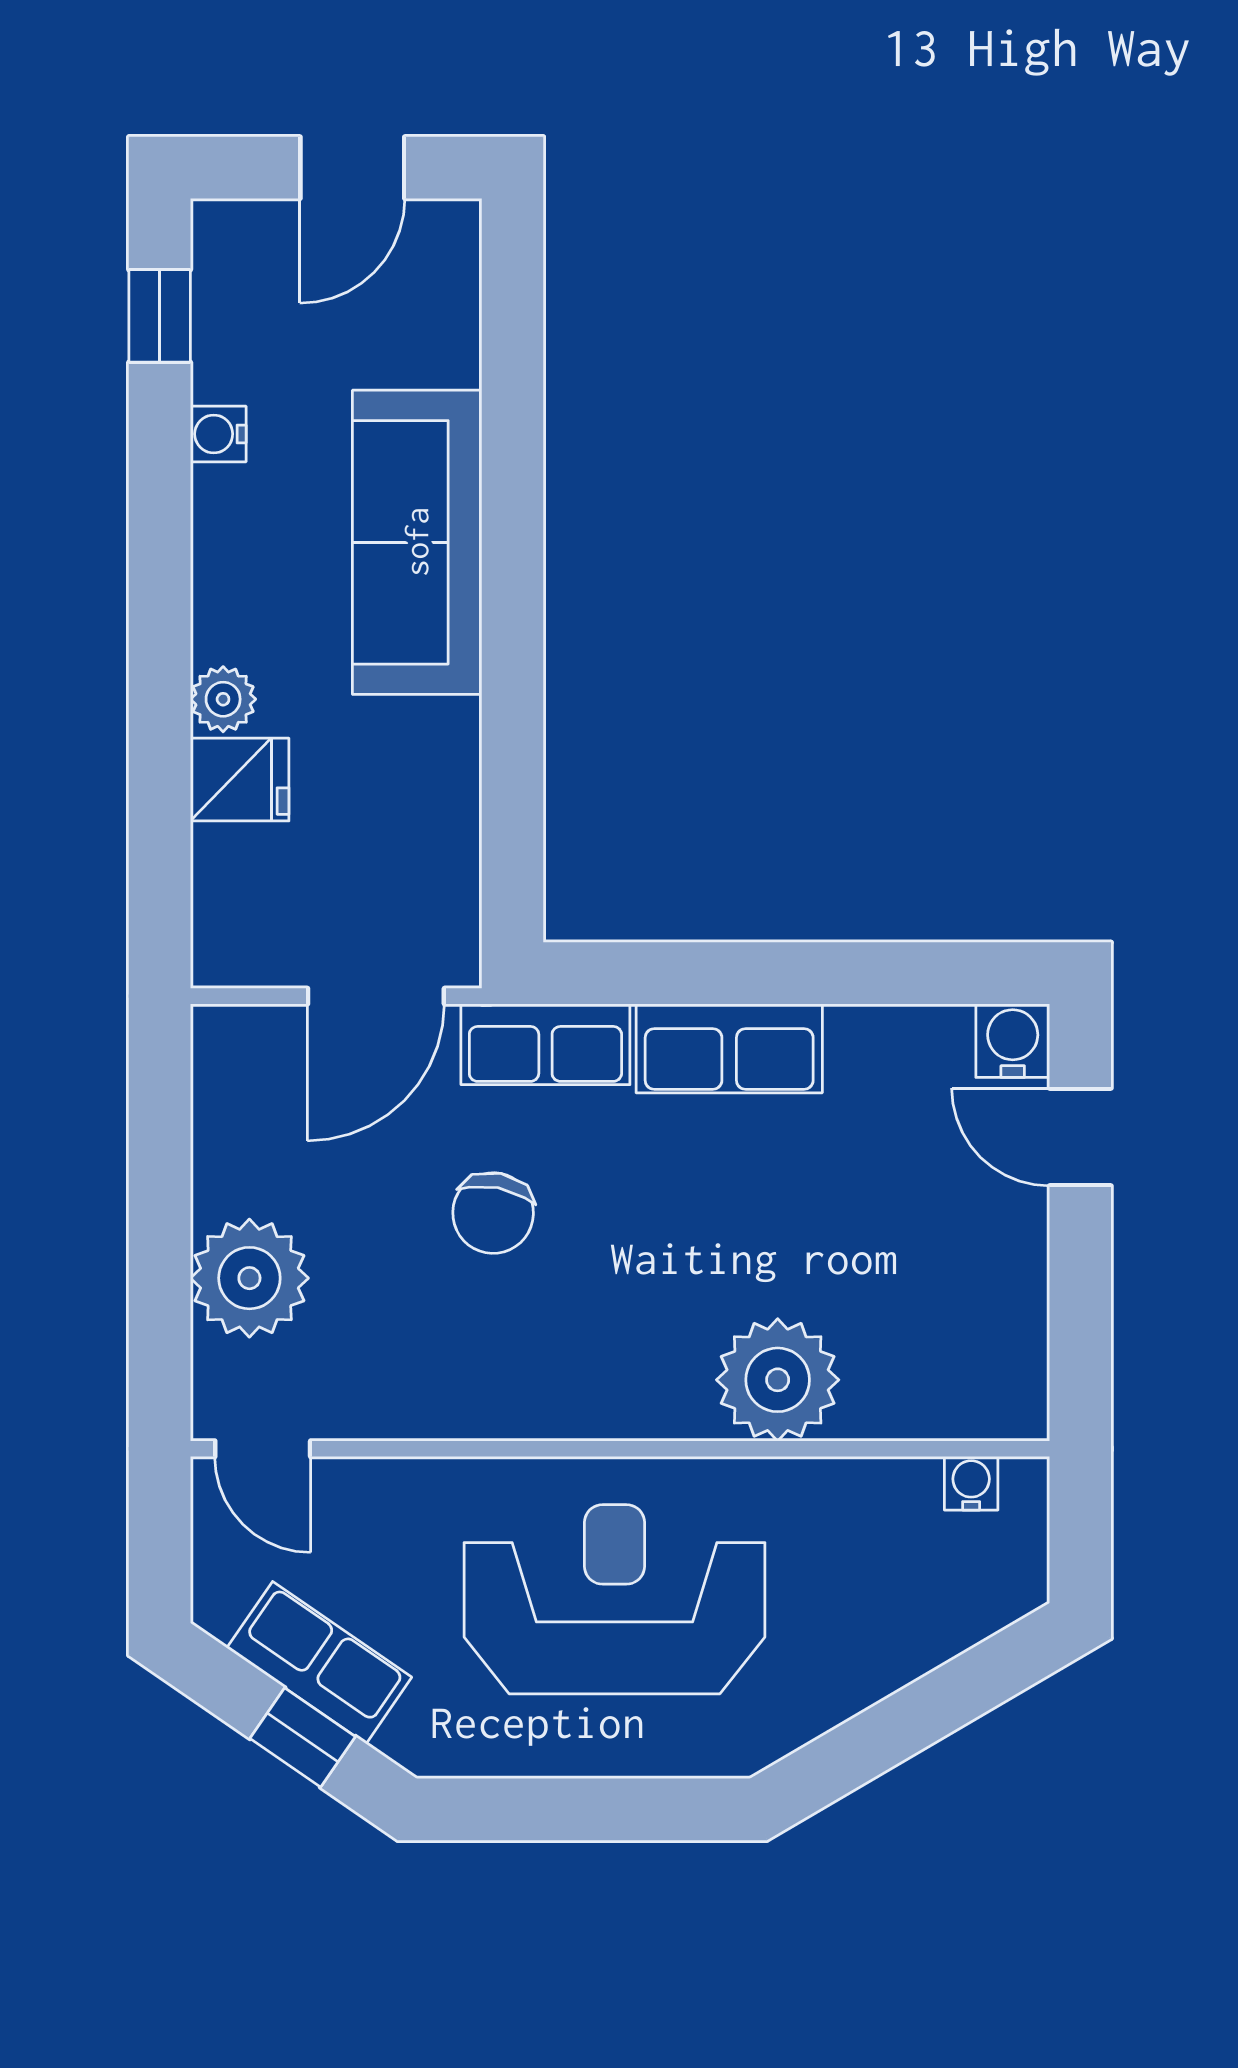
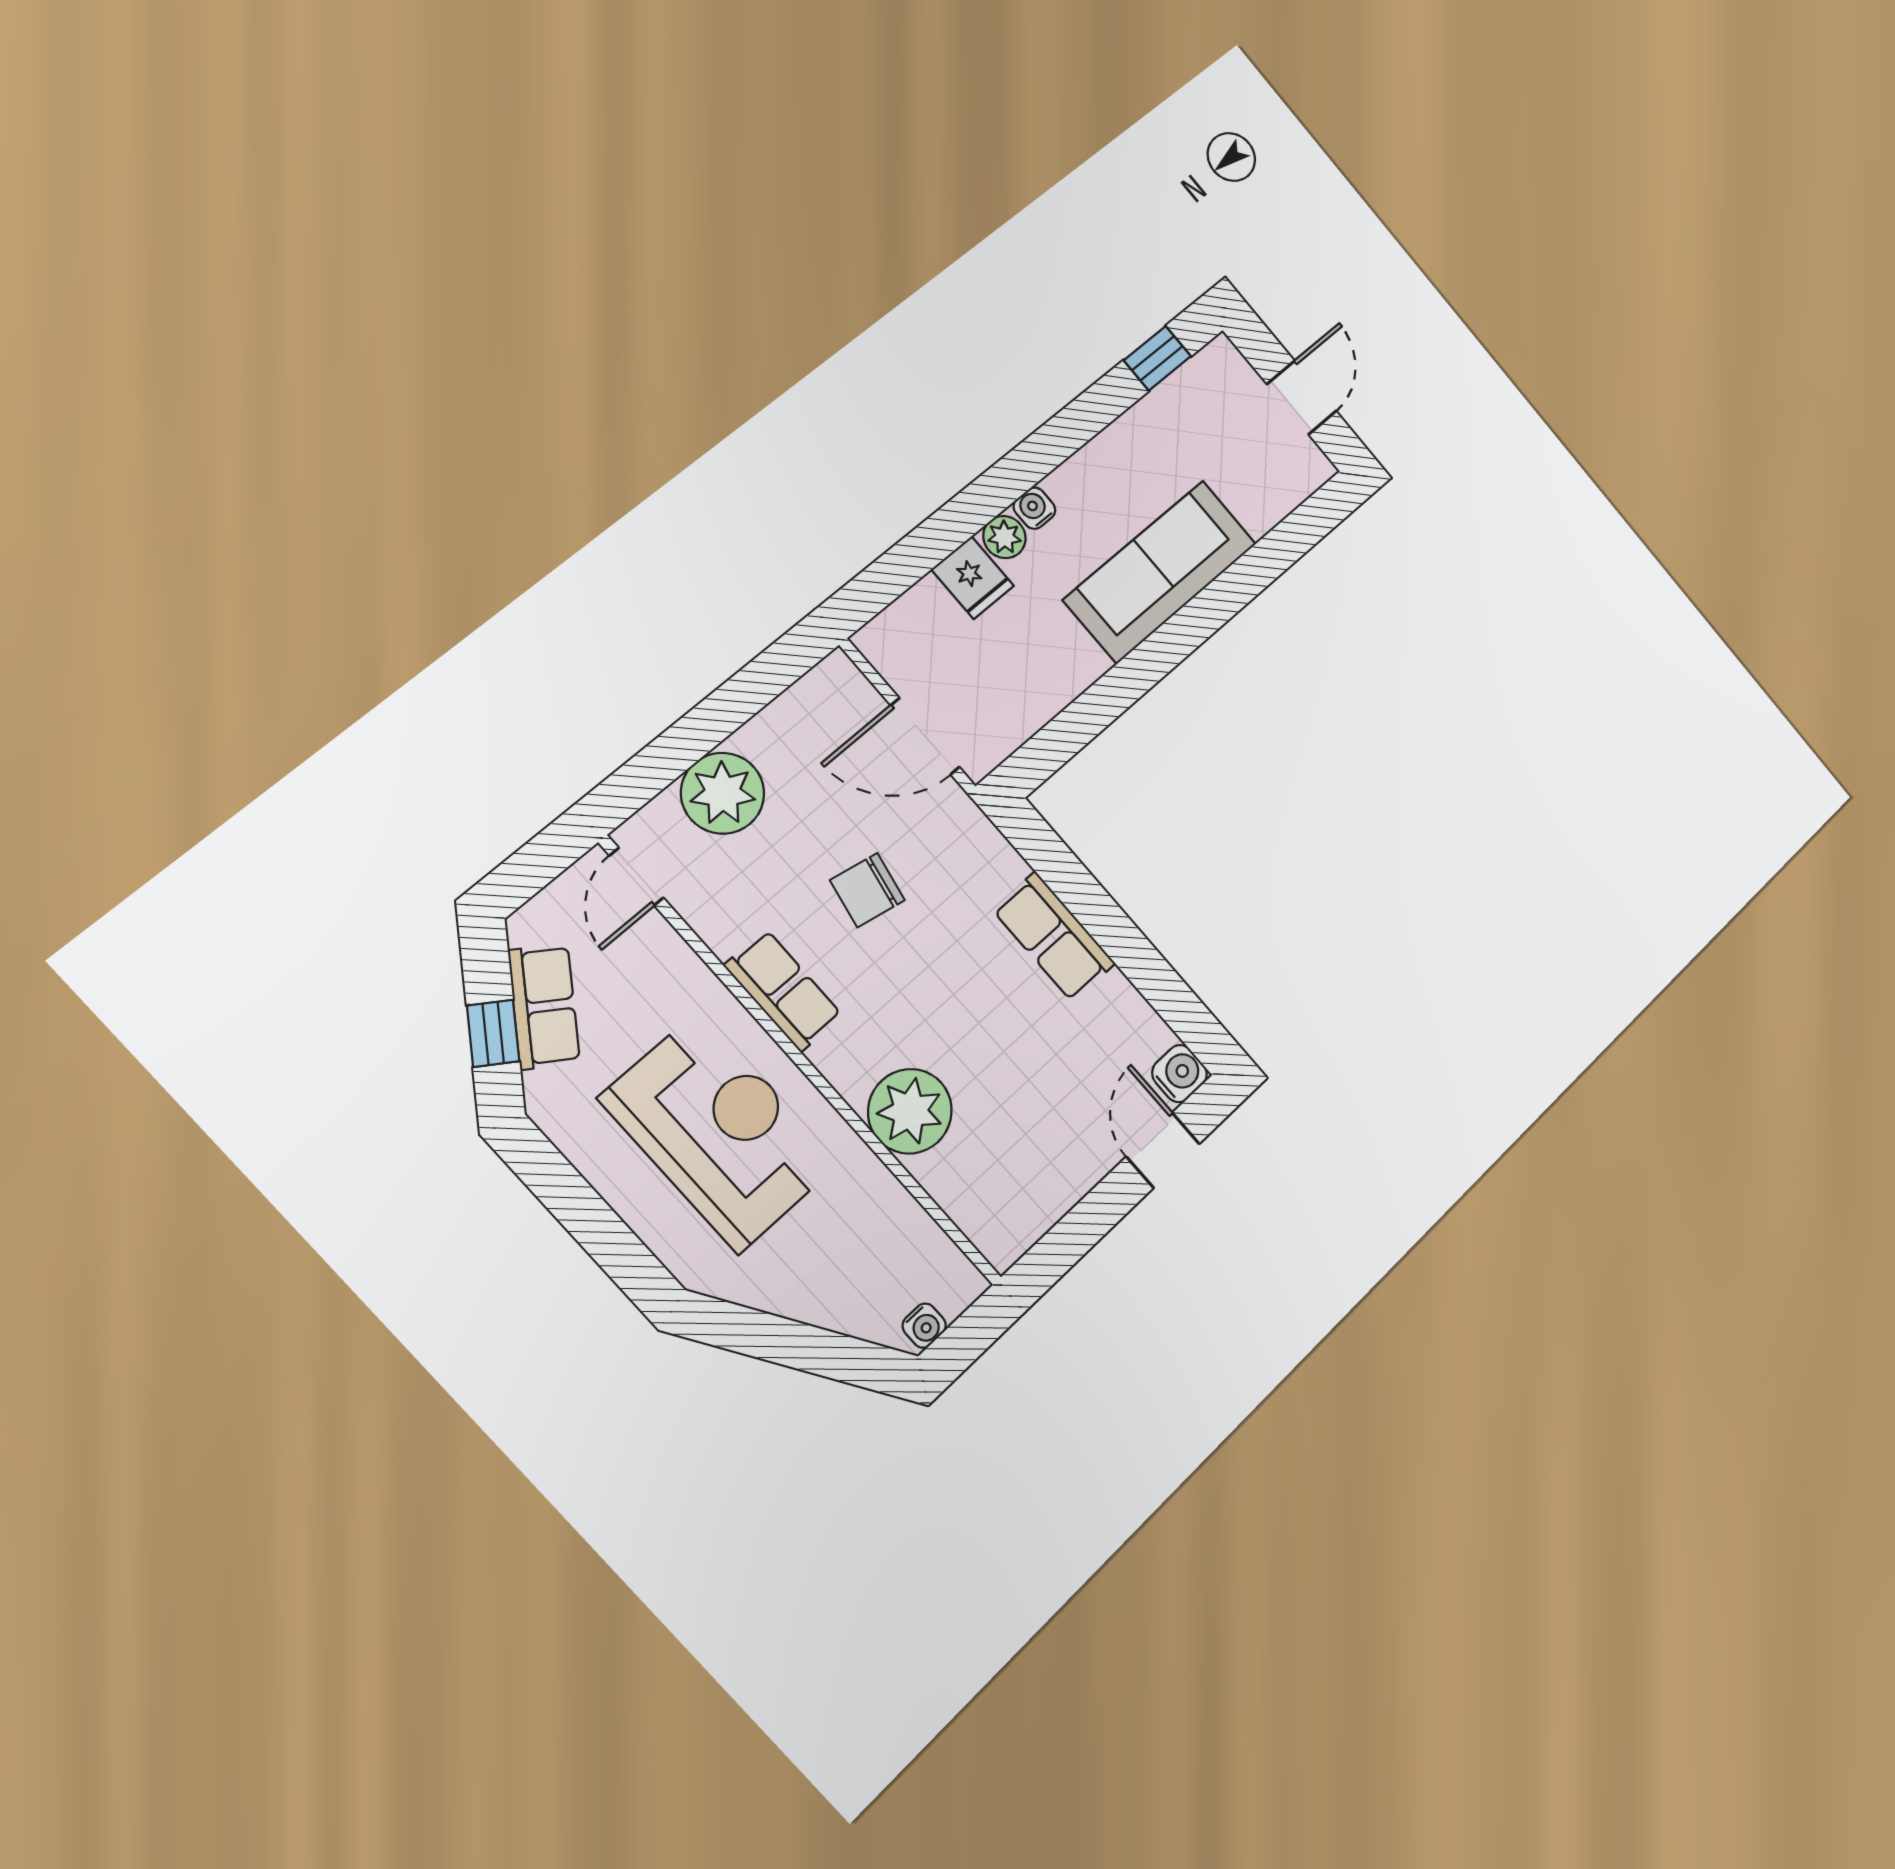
door: (352, 168) -> (1302, 398), swing flipped
water cooler: (218, 434) -> (1034, 508), moved
row of seats: (545, 1044) -> (783, 990), moved, turned 180
water cooler: (971, 1483) -> (924, 1326), moved, turned 90

